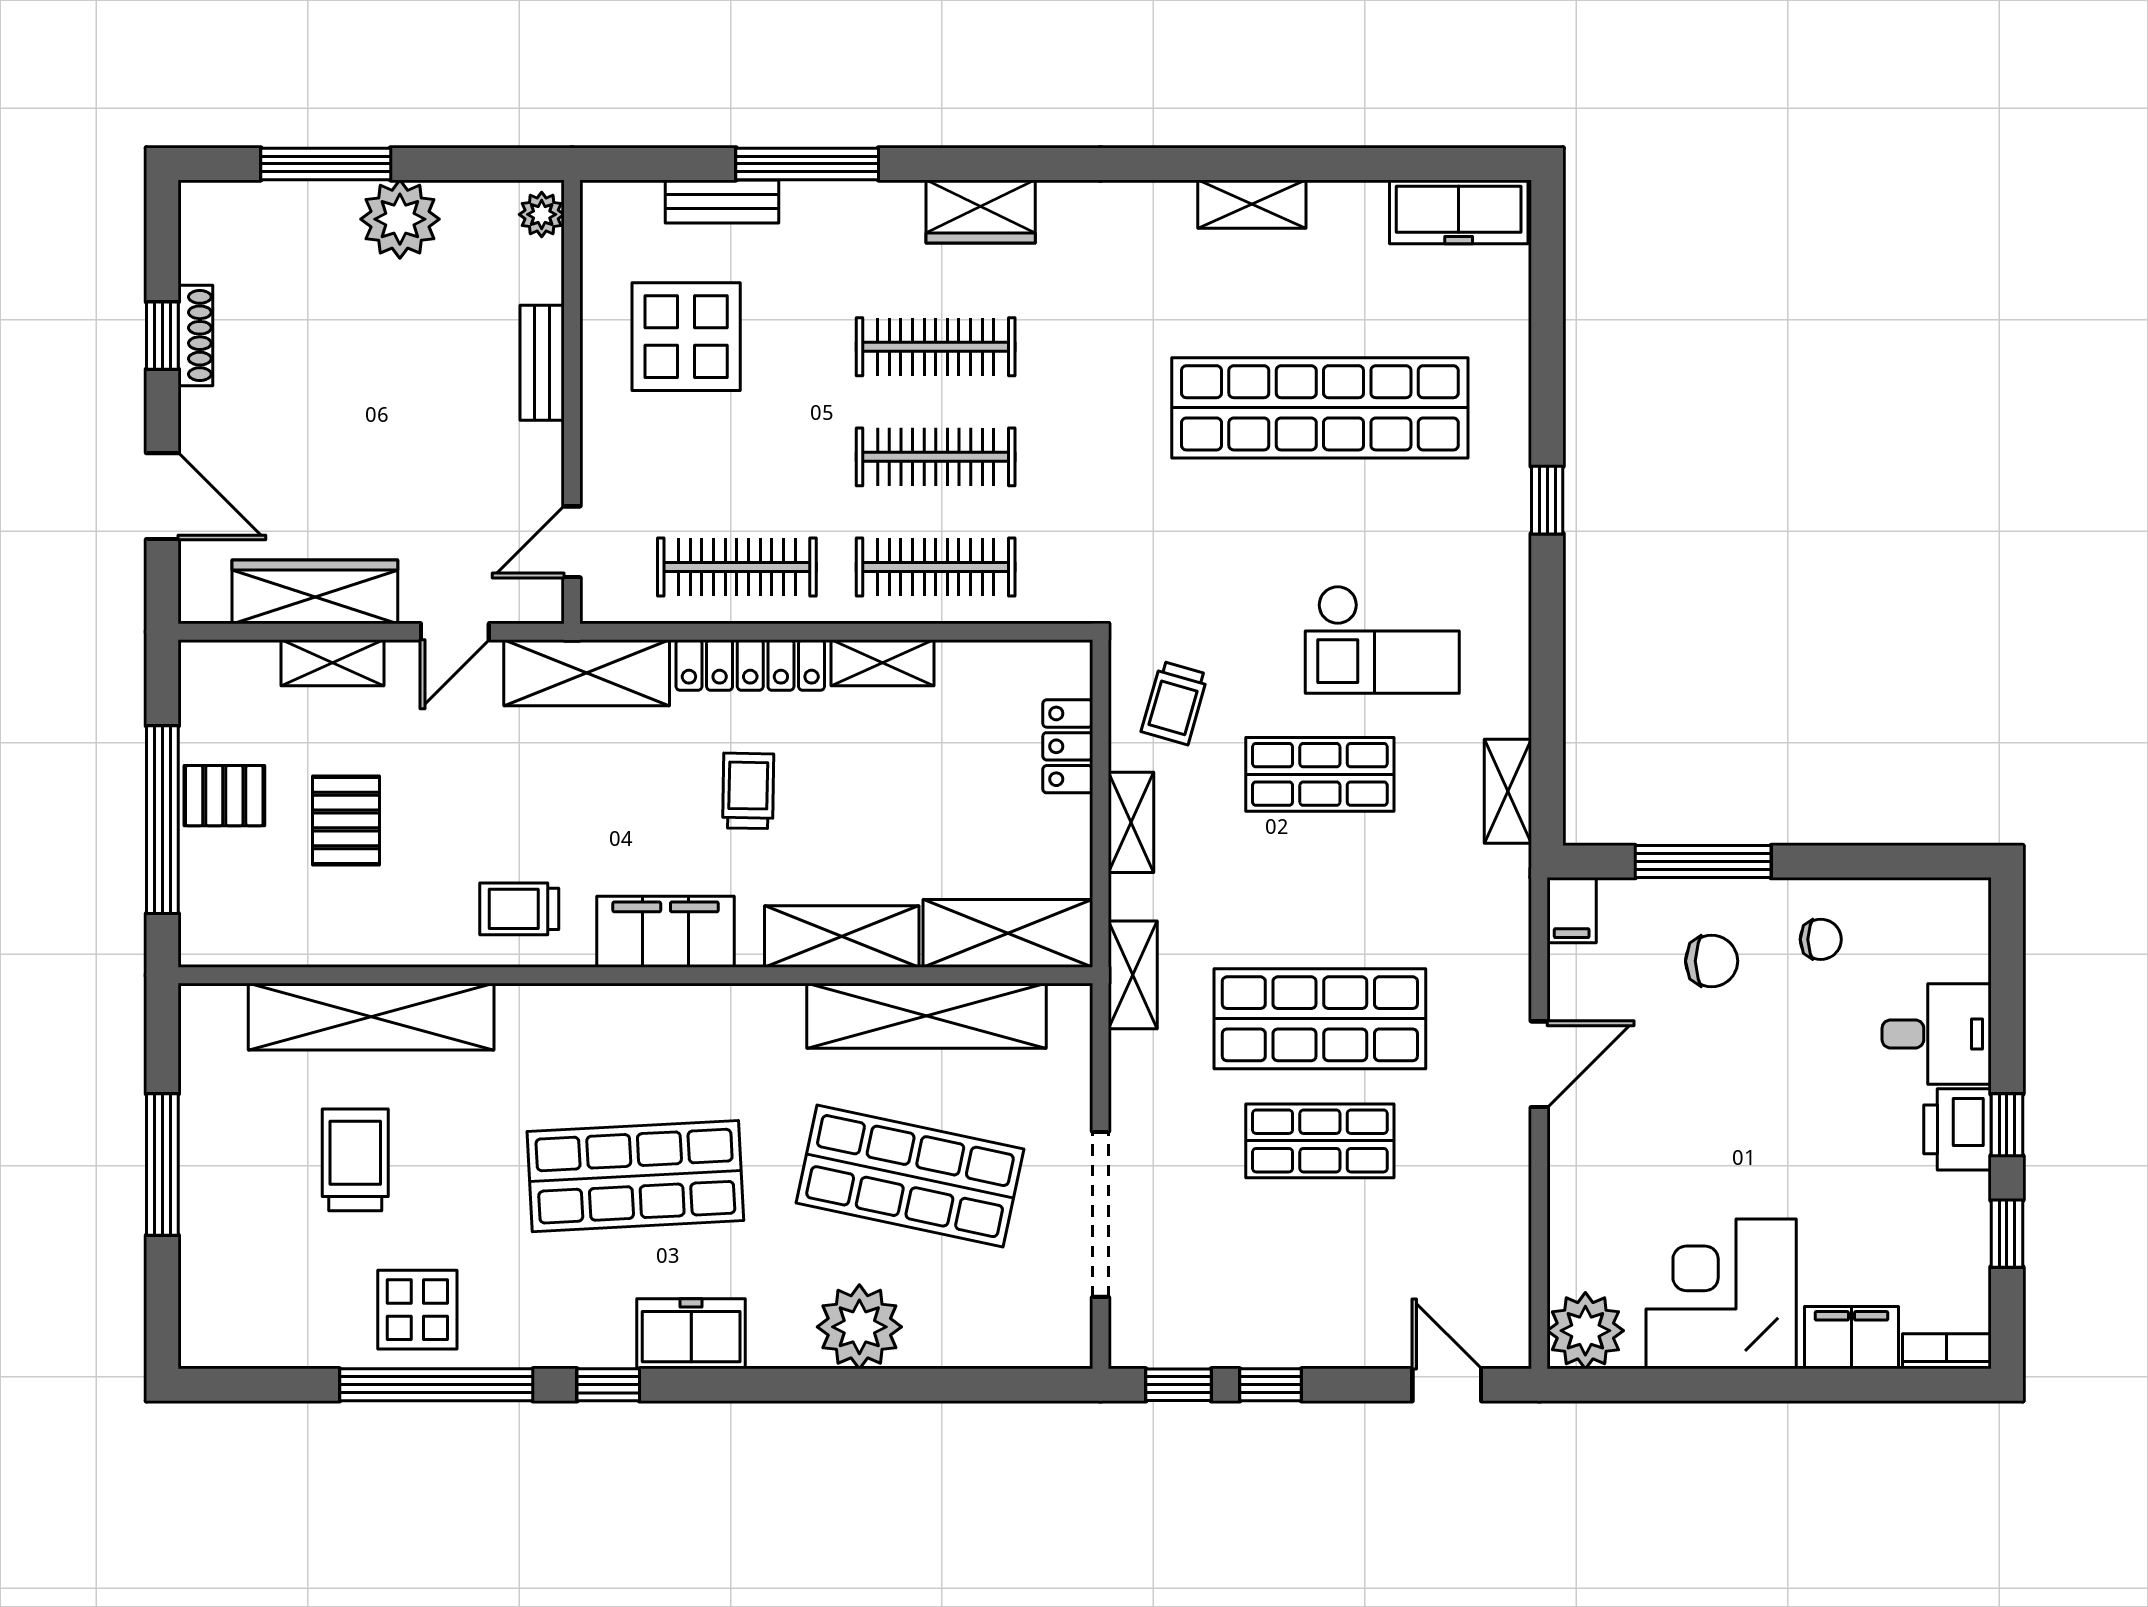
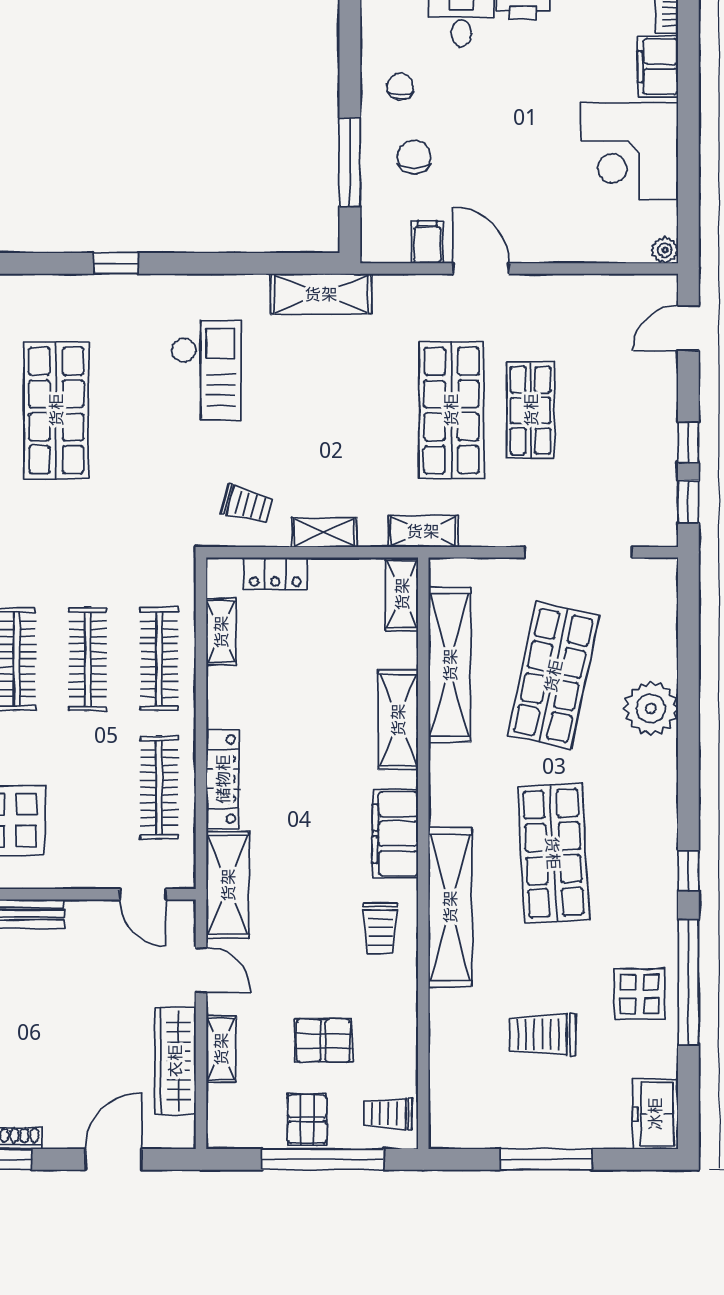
shop shelf: (1320, 408) -> (56, 410), width x0.71
shelving: (882, 663) -> (221, 632), moved
shop shelf: (1320, 774) -> (293, 410), removed
trolley: (748, 791) -> (388, 1114), moved
shelving: (1508, 791) -> (321, 294), width x1.50, depth x1.33
filing cabinet: (1572, 910) -> (427, 242), moved, turned -90
shelving: (1008, 933) -> (402, 594), width x0.67, depth x0.75
shelving: (371, 1017) -> (450, 907), moved
plant: (1585, 1331) -> (665, 250), width x0.53, depth x0.53
freezer: (691, 1334) -> (655, 1114), moved

